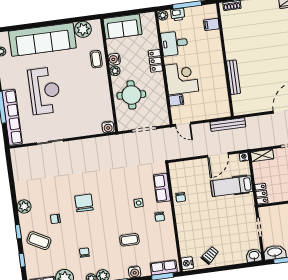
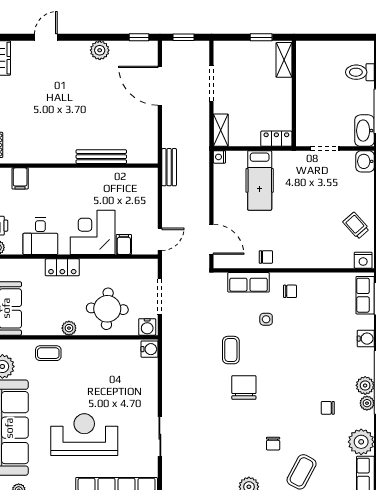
water cooler: (114, 59) -> (147, 327), moved
bench: (228, 125) -> (169, 167), width x0.73
door: (218, 155) -> (211, 239), moved
chair: (84, 203) -> (244, 388), moved, turned 90
coffee table: (129, 240) -> (231, 350), moved

